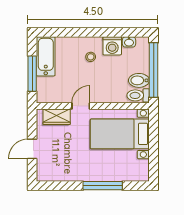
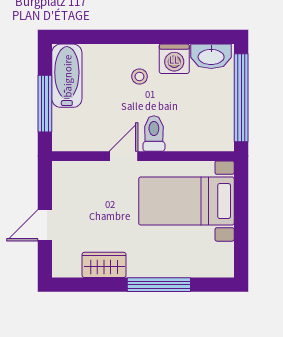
washbasin: (129, 42) -> (211, 56), width x1.91, depth x1.45
bidet: (139, 80) -> (217, 115), removed
toilet: (138, 95) -> (154, 133), moved, turned 90
wardrobe: (57, 117) -> (104, 265), moved, turned 180

